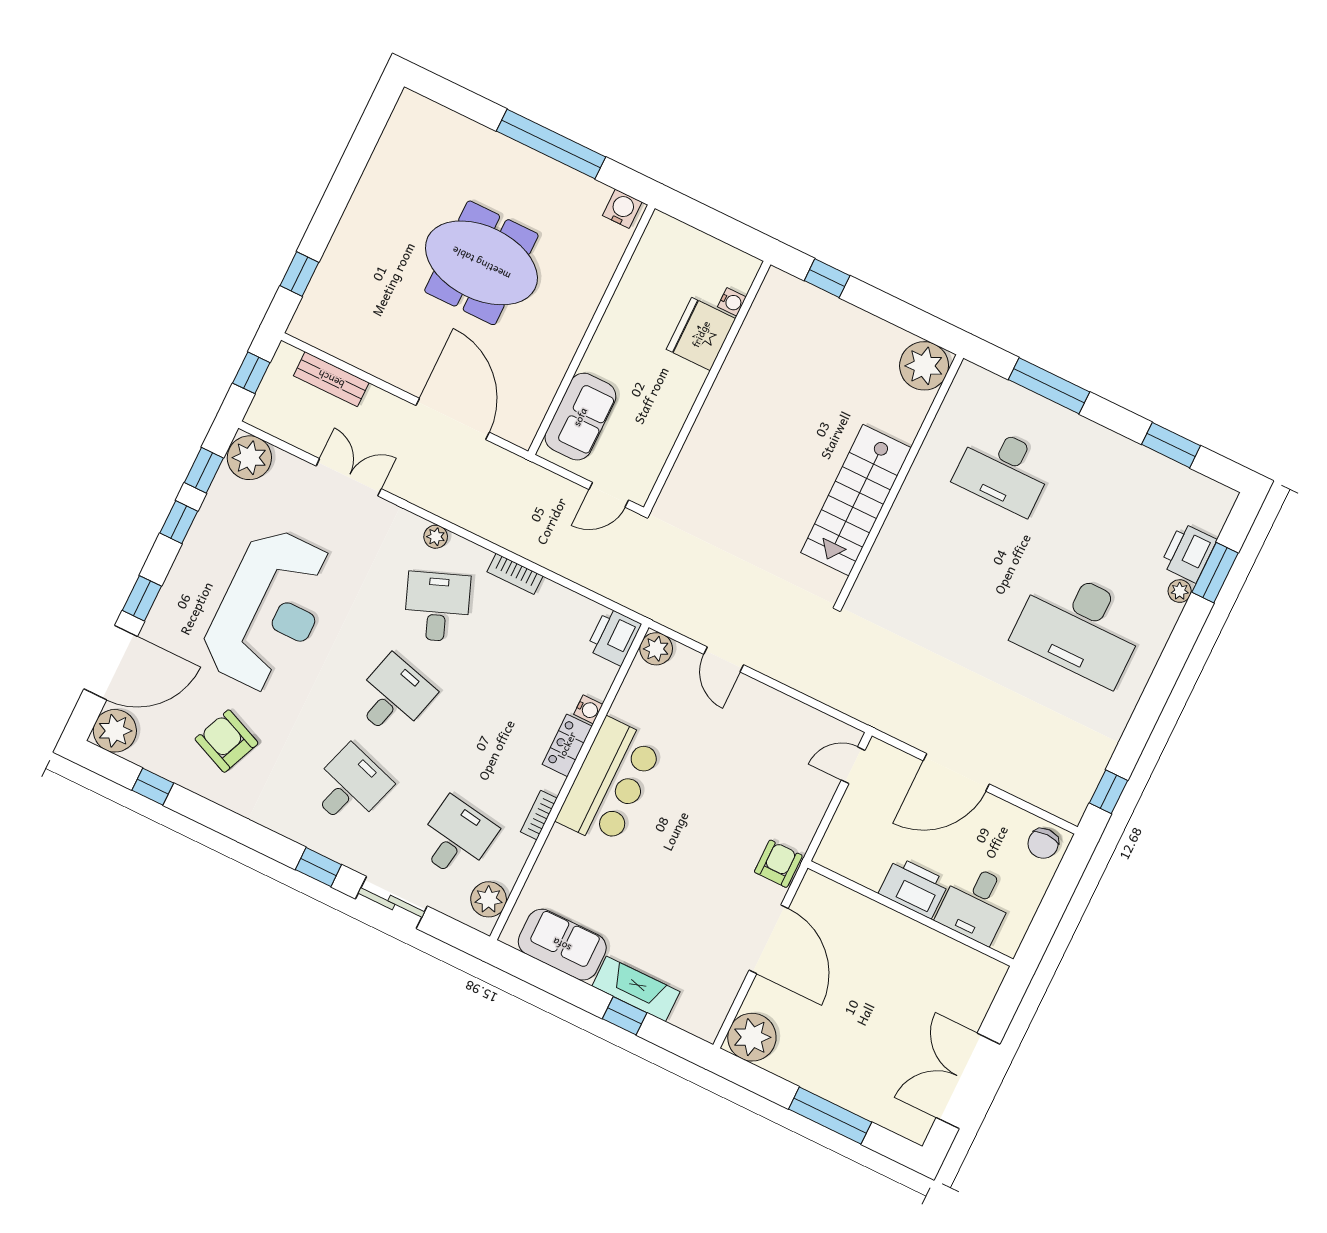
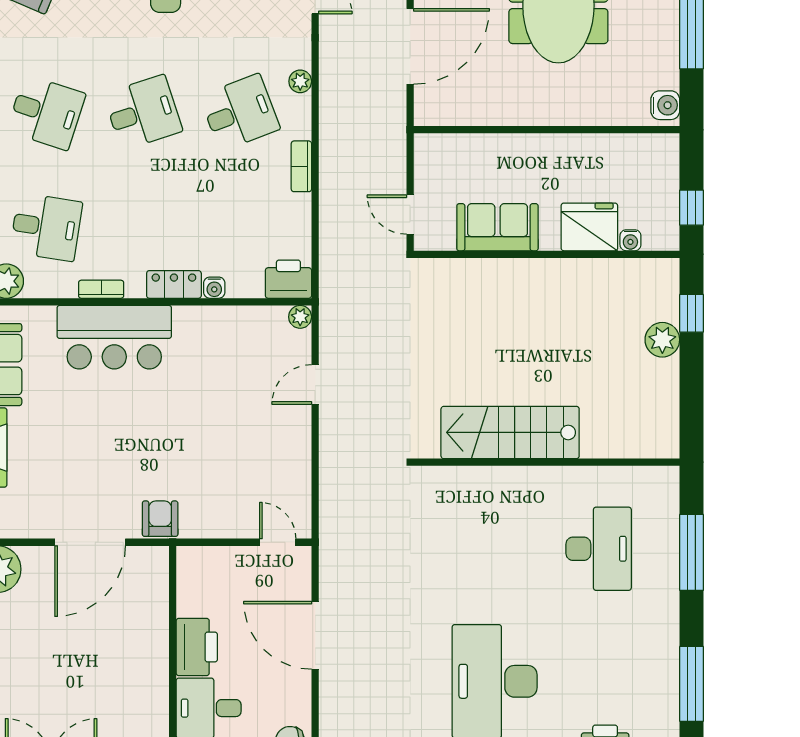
window: (729, 230) -> (692, 208), added
plant: (924, 366) -> (662, 340), moved, width x0.73, depth x0.73
sofa: (580, 417) -> (497, 227), moved, turned 180
window: (1171, 445) -> (692, 684), width x1.44
desk: (1004, 470) -> (599, 549), turned 180
plant: (656, 649) -> (300, 317), width x0.73, depth x0.73
desk: (394, 697) -> (143, 112), turned -33
bar counter: (610, 782) -> (114, 337), moved
armchair: (778, 864) -> (160, 519), turned -90

